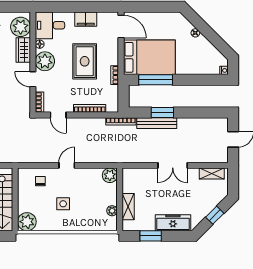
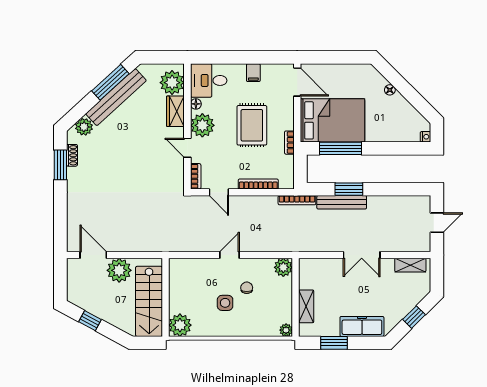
filing cabinet: (86, 19) -> (253, 73), width x0.50
chair: (40, 181) -> (247, 288), moved
plant: (112, 211) -> (286, 330), moved

